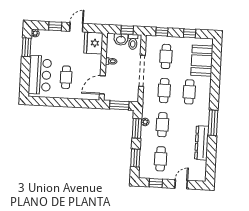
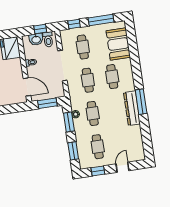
window: (190, 33) -> (101, 20), width x2.17
door: (102, 85) -> (27, 87), swing flipped
dresser: (202, 143) -> (132, 108), moved

